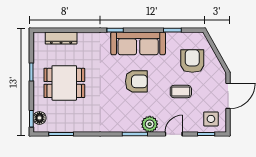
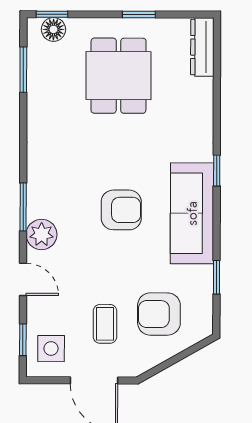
dresser: (61, 38) -> (202, 47), moved
armchair: (192, 61) -> (159, 314), turned 180
armchair: (136, 81) -> (121, 210), turned -90
coffee table: (181, 91) -> (105, 324), moved

